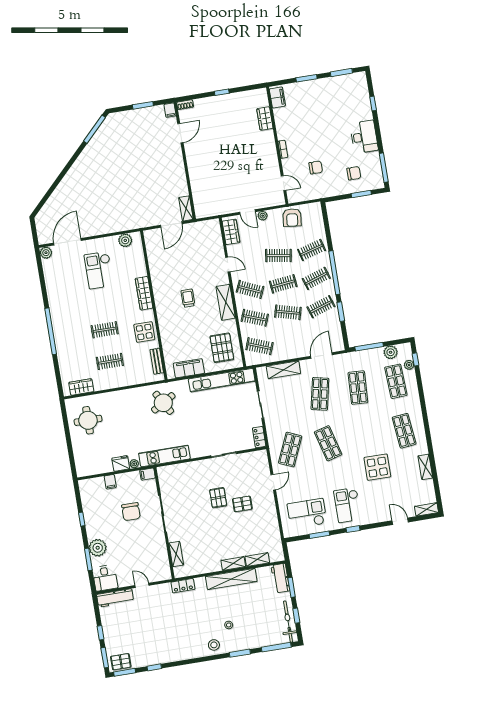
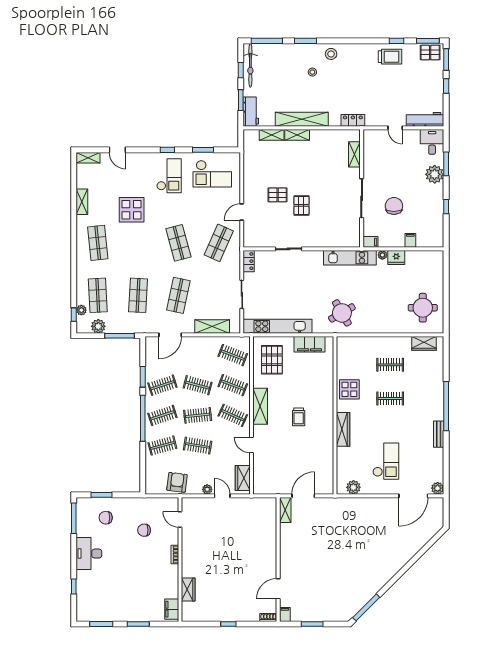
bench: (157, 361) -> (439, 434), moved
trolley: (158, 651) -> (390, 57), added

